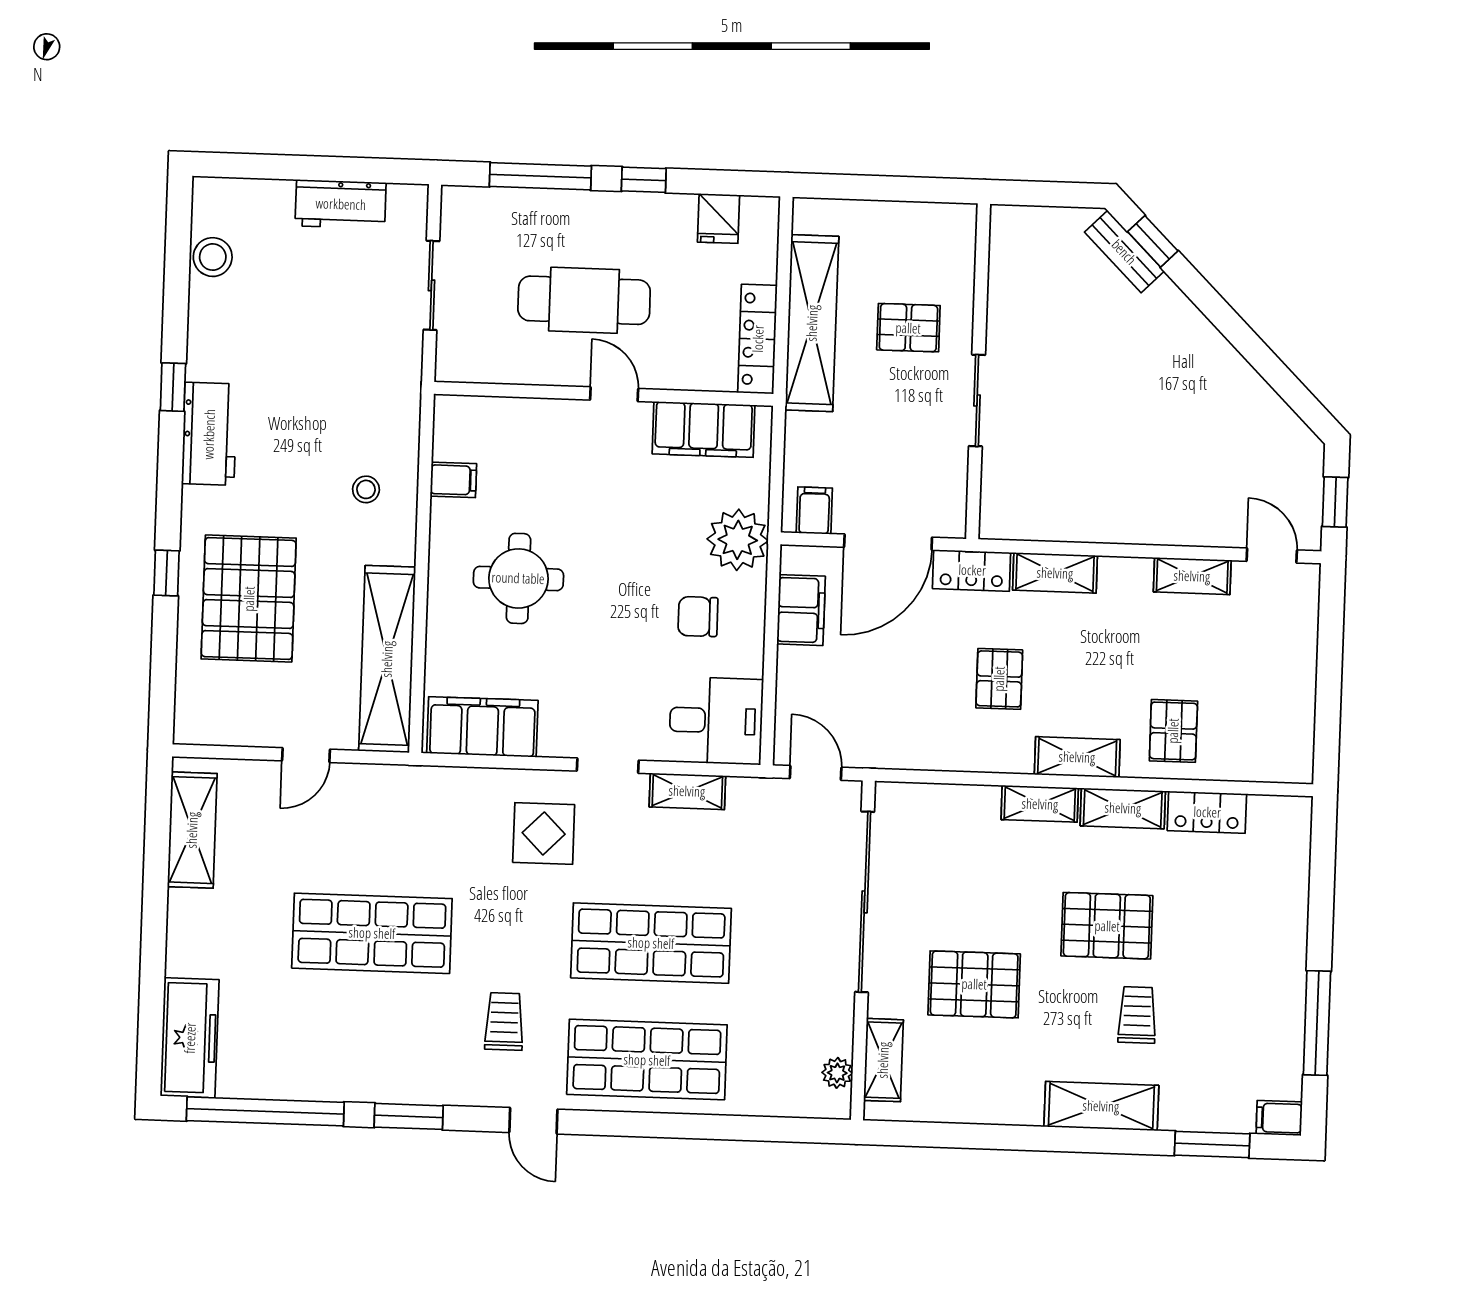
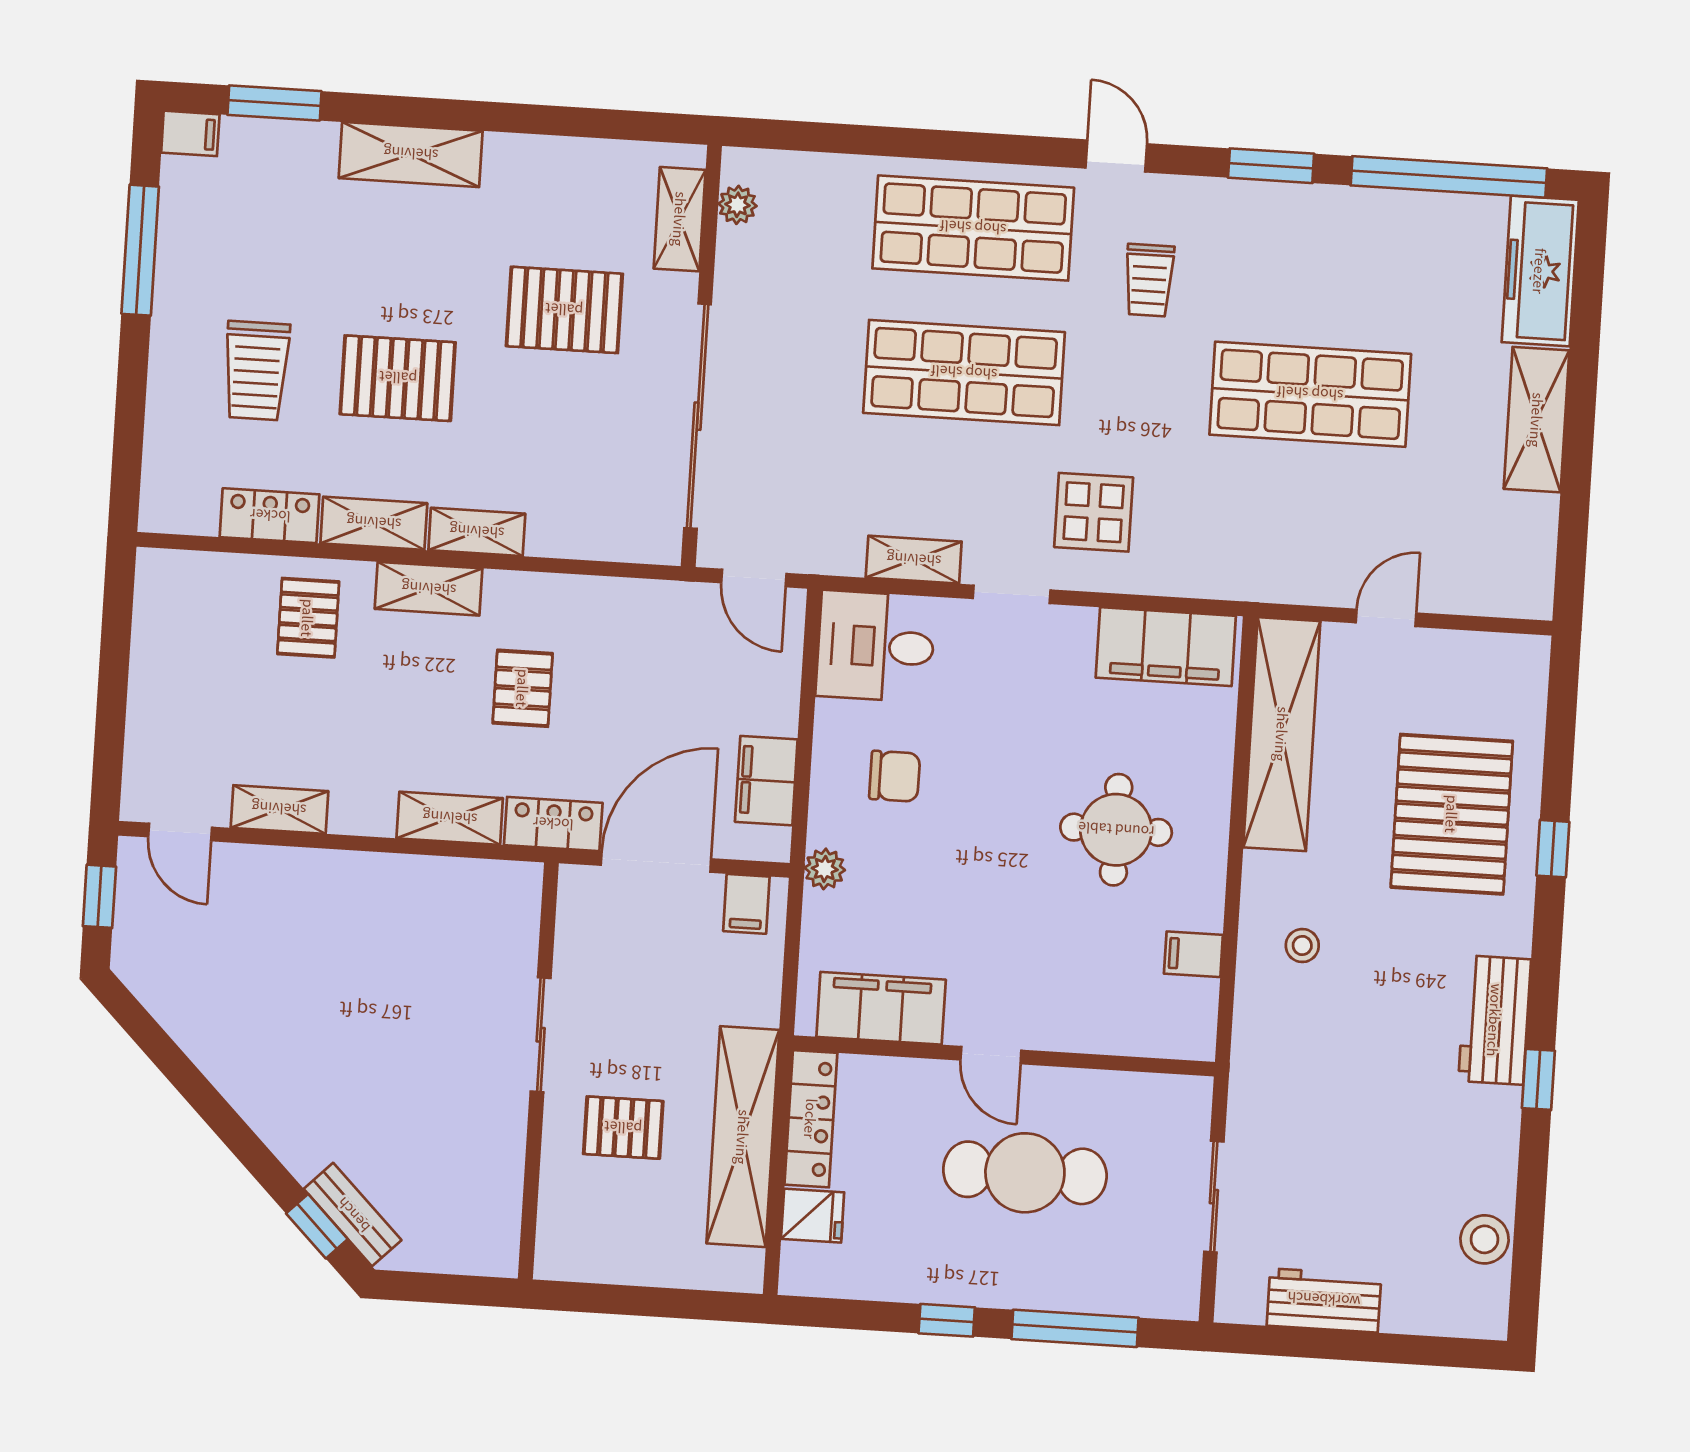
fridge: (719, 219) -> (813, 1216), moved, turned 90
plant: (738, 540) -> (825, 869), width x0.53, depth x0.53
shelving: (192, 830) -> (1537, 420), moved
trolley: (1137, 1015) -> (256, 371), moved, width x1.36, depth x1.39

